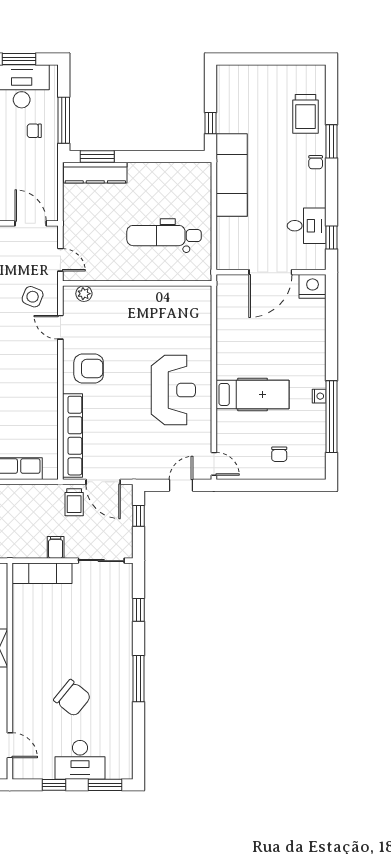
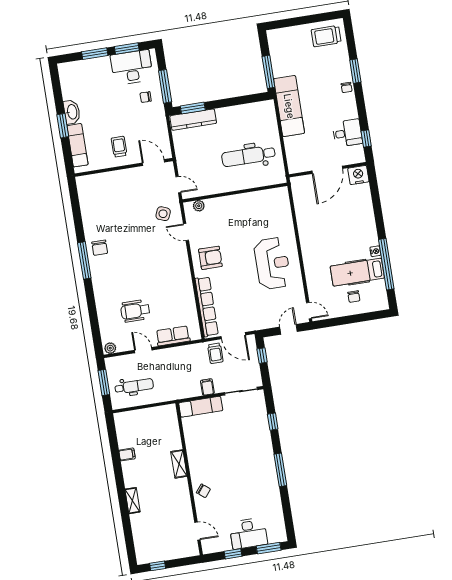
trolley: (306, 114) -> (326, 36), moved, turned 90
window: (210, 123) -> (268, 72), width x2.17
hospital bed: (252, 394) -> (357, 272), moved, turned 180
chair: (72, 698) -> (203, 491), moved, width x0.54, depth x0.54

